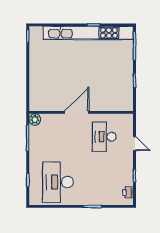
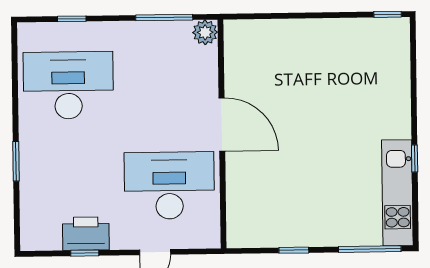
kitchen unit: (88, 33) -> (397, 193), width x0.54
desk: (104, 137) -> (169, 185), width x1.36, depth x1.30
printer: (128, 192) -> (86, 234), moved, width x1.87, depth x1.48

